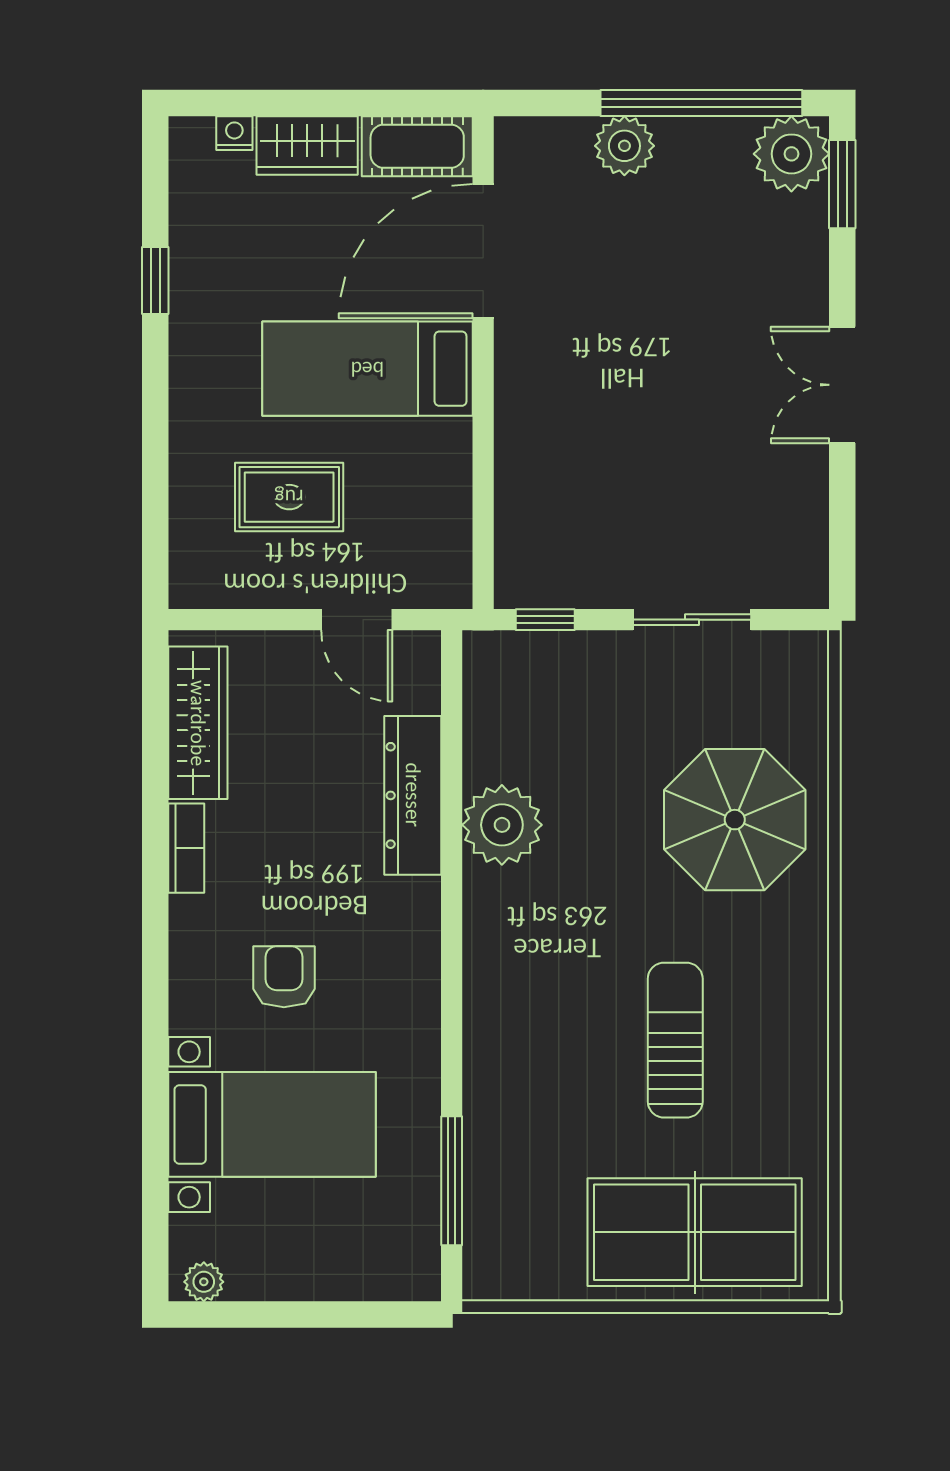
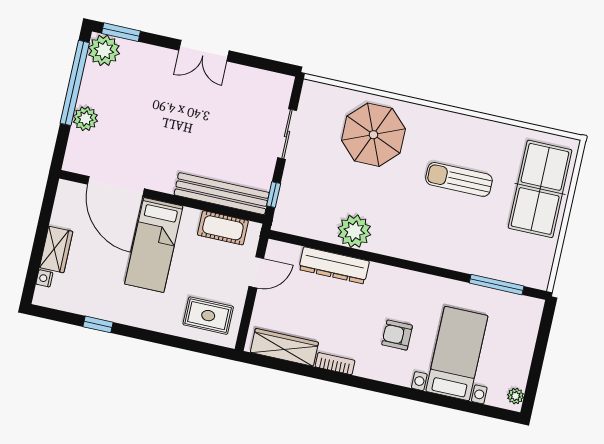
cot: (417, 146) -> (223, 228), moved, turned 90
rug: (289, 497) -> (208, 316), moved, turned 90
bench: (521, 499) -> (222, 194), added

